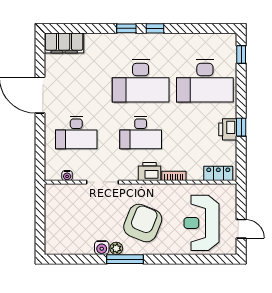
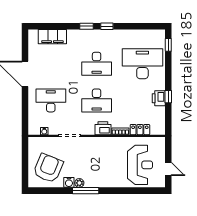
filing cabinet: (64, 43) -> (52, 37), moved
desk: (141, 81) -> (97, 64), width x0.73, depth x0.77
desk: (205, 81) -> (142, 64), turned 180
desk: (76, 132) -> (51, 100), turned 180
locker: (218, 173) -> (140, 130), moved
armchair: (143, 223) -> (48, 168), moved
reception desk: (201, 223) -> (140, 165), turned 180

